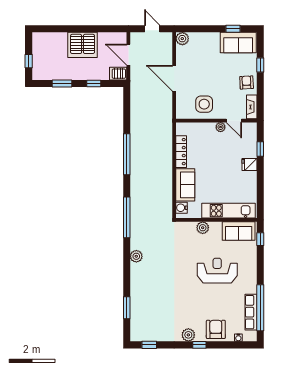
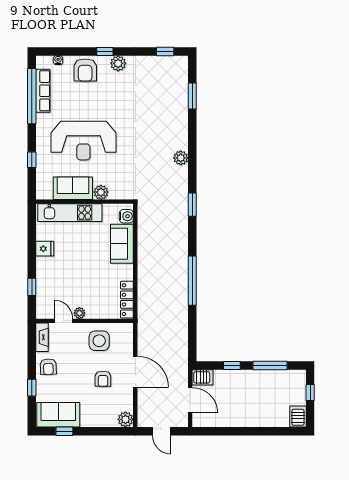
server rack: (83, 45) -> (298, 416), moved, width x0.46, depth x0.70
armchair: (201, 72) -> (103, 379), added
window: (62, 84) -> (270, 365), width x1.44
locker: (181, 152) -> (127, 300), moved
fridge: (249, 165) -> (45, 249), moved
window: (127, 217) -> (192, 205), width x0.47
sofa: (239, 231) -> (73, 188), moved
window: (260, 239) -> (32, 160), moved
reception desk: (217, 271) -> (83, 141), width x1.36, depth x1.30

